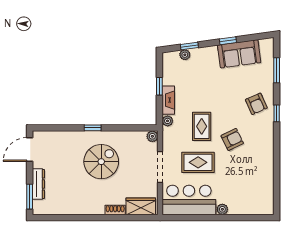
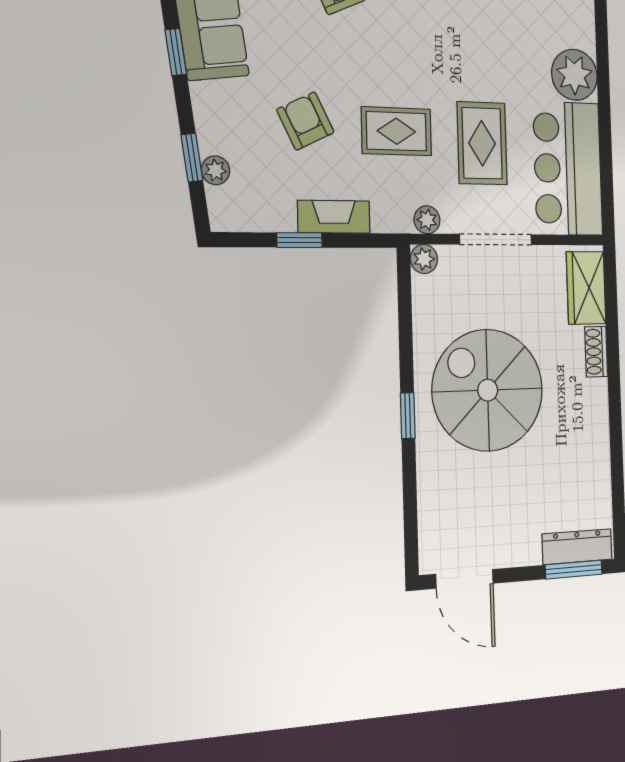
plant: (168, 121) -> (427, 220), moved
armchair: (232, 139) -> (305, 121), moved
spiral stairs: (101, 162) -> (488, 390), width x1.37, depth x1.37
dresser: (38, 184) -> (577, 547), moved
plant: (222, 209) -> (574, 75), width x1.87, depth x1.87

